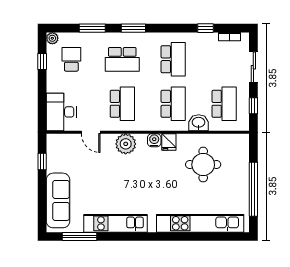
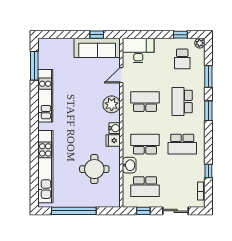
school desk: (71, 59) -> (182, 59), turned 90
school desk: (122, 104) -> (145, 102), turned 180
school desk: (173, 104) -> (145, 144), turned 180
sofa: (58, 200) -> (97, 48), moved

